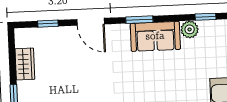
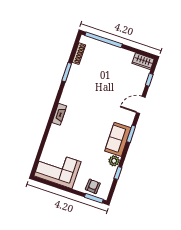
wardrobe: (25, 64) -> (143, 61), moved

